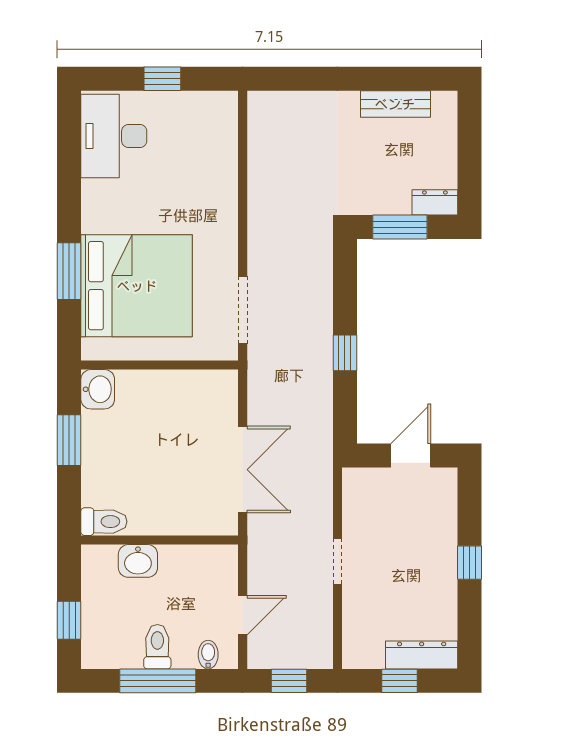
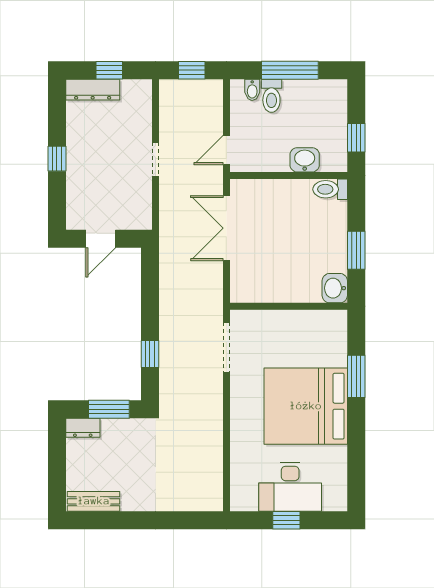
bench: (395, 104) -> (94, 501), moved
desk: (114, 136) -> (290, 487), moved, turned 90
bed: (137, 286) -> (306, 406), moved
window: (345, 353) -> (150, 354), moved
door: (243, 615) -> (226, 150), moved
window: (69, 620) -> (356, 138), moved
toilet: (157, 647) -> (271, 96), moved

